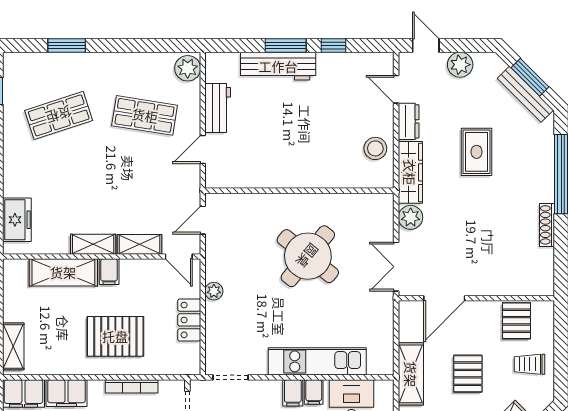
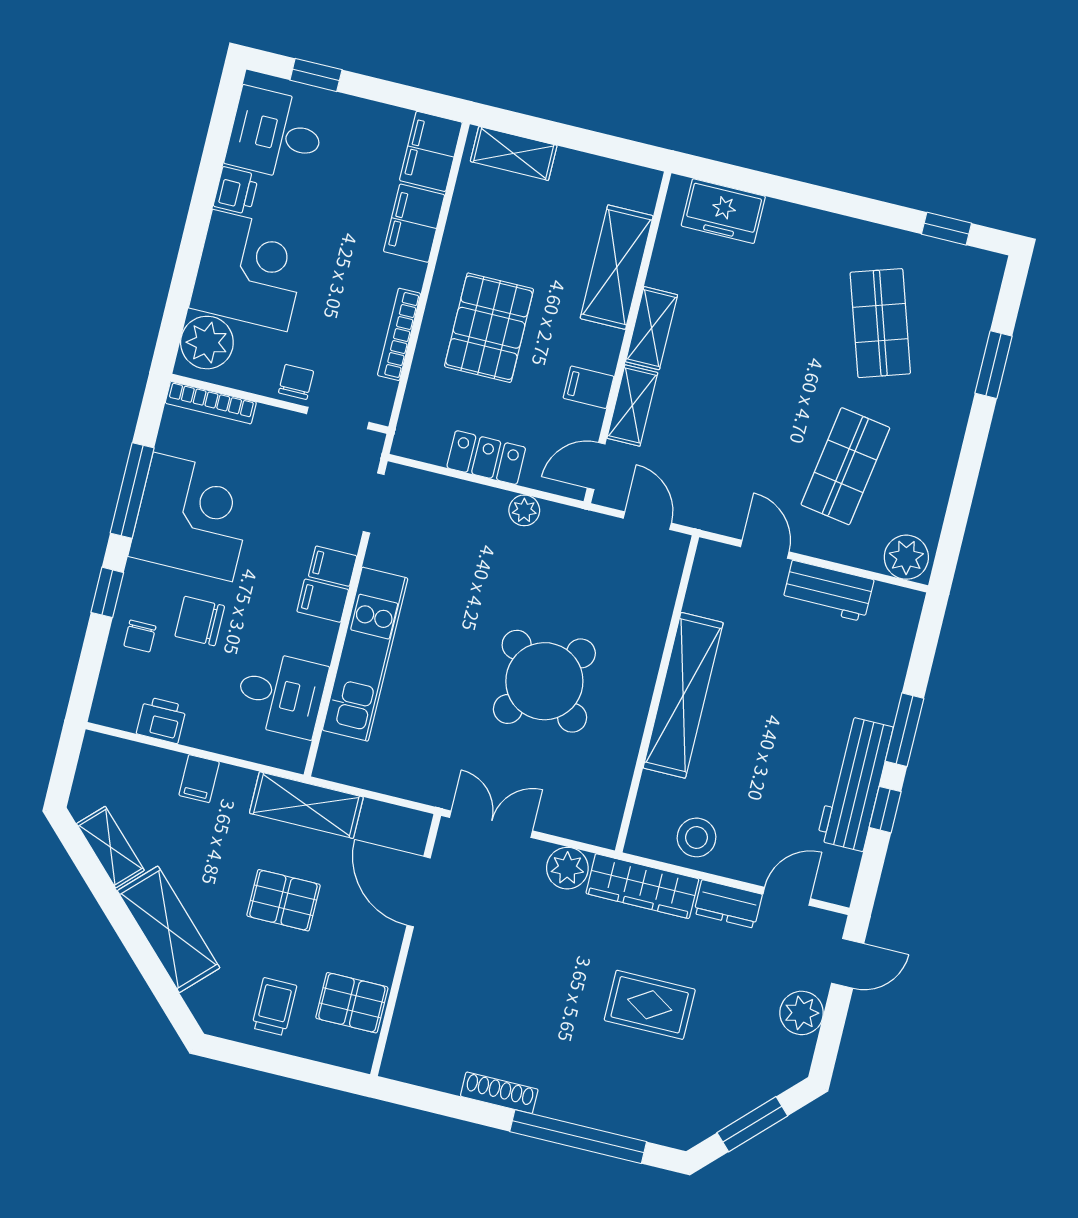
workbench: (278, 66) -> (855, 784), moved
bench: (525, 94) -> (726, 1110), removed
shelving: (297, 176) -> (683, 695), added
filing cabinet: (109, 272) -> (589, 387), moved
filing cabinet: (314, 392) -> (333, 566), moved

